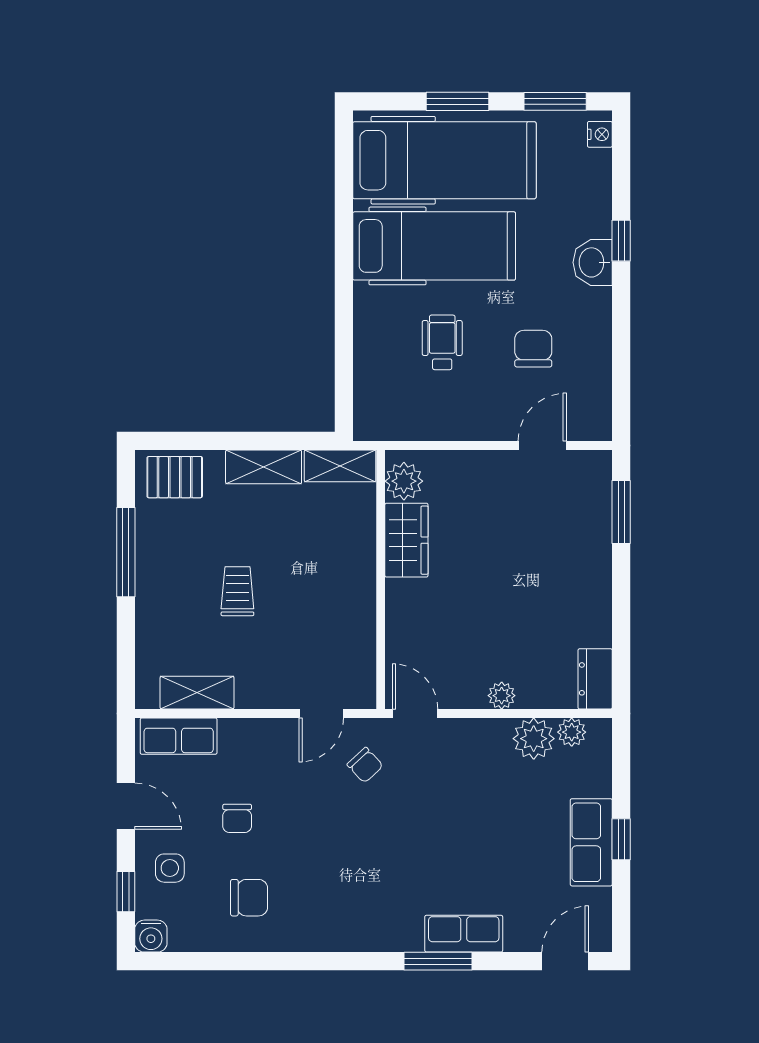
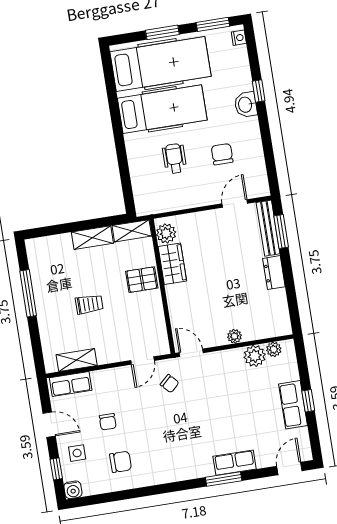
pallet: (175, 477) -> (142, 280), moved
bench: (598, 502) -> (268, 228), added
trolley: (237, 591) -> (89, 304), turned 90
dresser: (595, 679) -> (274, 273), moved

